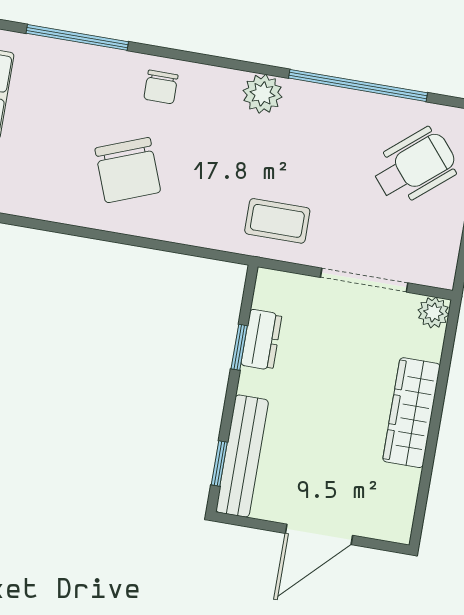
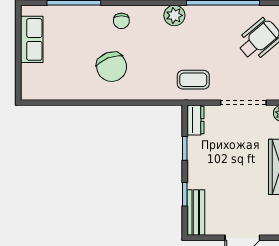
dresser: (261, 340) -> (196, 120), moved
bench: (242, 456) -> (196, 212), width x0.73
window: (219, 464) -> (185, 194), moved

